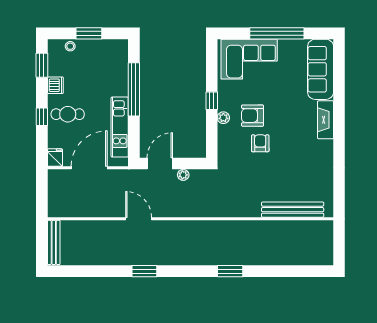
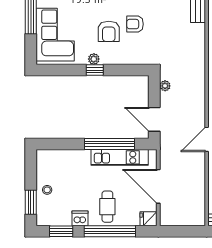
window: (89, 33) -> (31, 202), moved
stool: (70, 46) -> (47, 190), moved
window: (134, 89) -> (110, 144), moved
window: (42, 117) -> (110, 231), width x3.17
plant: (223, 118) -> (94, 59), moved
plant: (183, 175) -> (165, 86), moved

